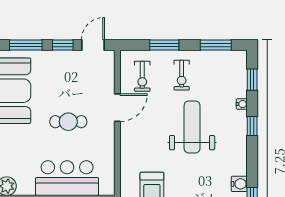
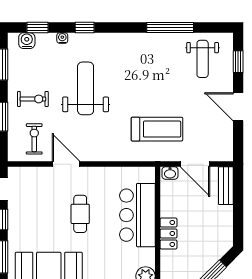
exercise bike: (142, 76) -> (34, 139), turned -90
weight bench: (192, 127) -> (86, 88), turned 90
water cooler: (239, 184) -> (27, 41), moved

